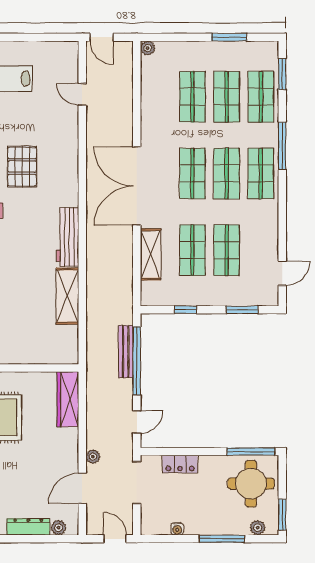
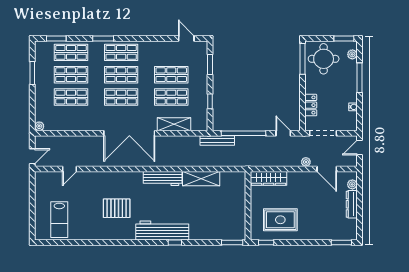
window: (282, 146) -> (103, 38), width x0.69
bench: (126, 352) -> (217, 140), moved

